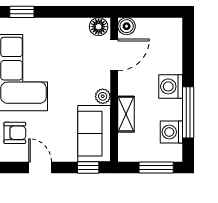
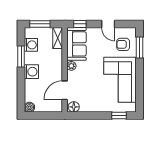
boiler: (127, 26) -> (29, 107), moved
window: (188, 112) -> (21, 56), width x0.69
shelving: (126, 114) -> (58, 38), moved

